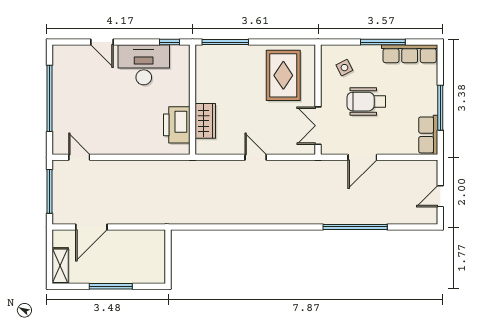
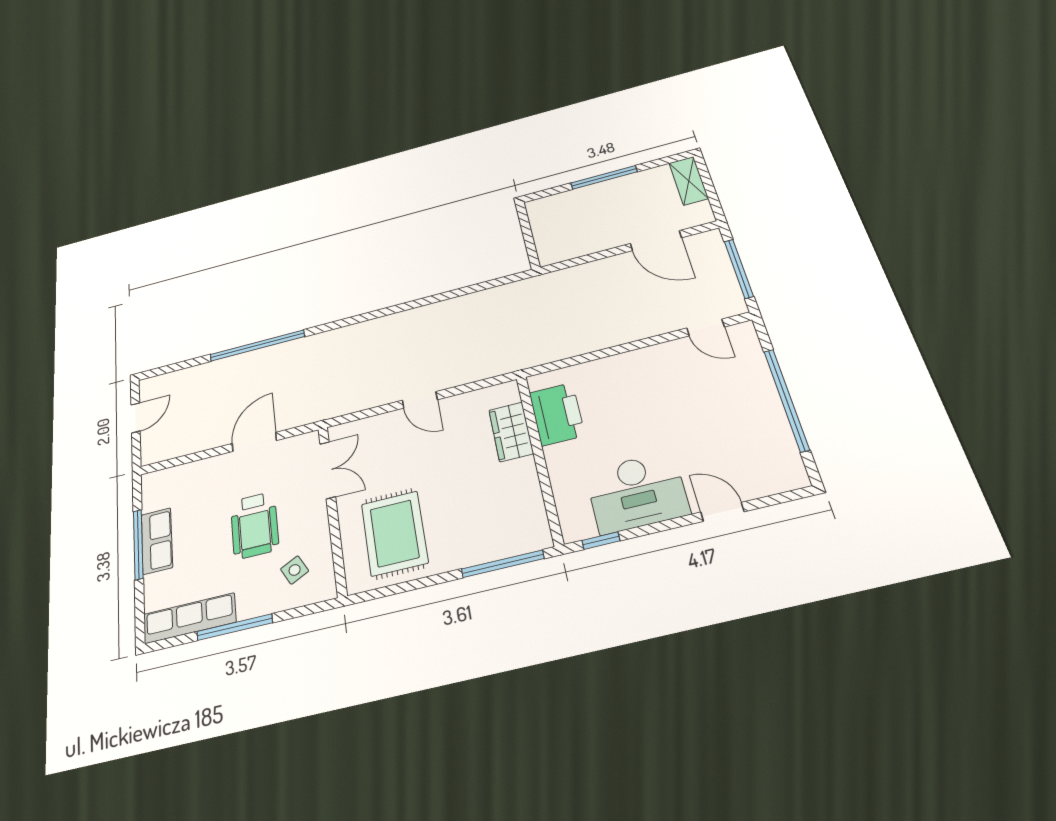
wheelchair: (366, 102) -> (255, 525), turned 90
row of seats: (428, 135) -> (157, 541), moved
door: (91, 227) -> (656, 241), swing flipped

